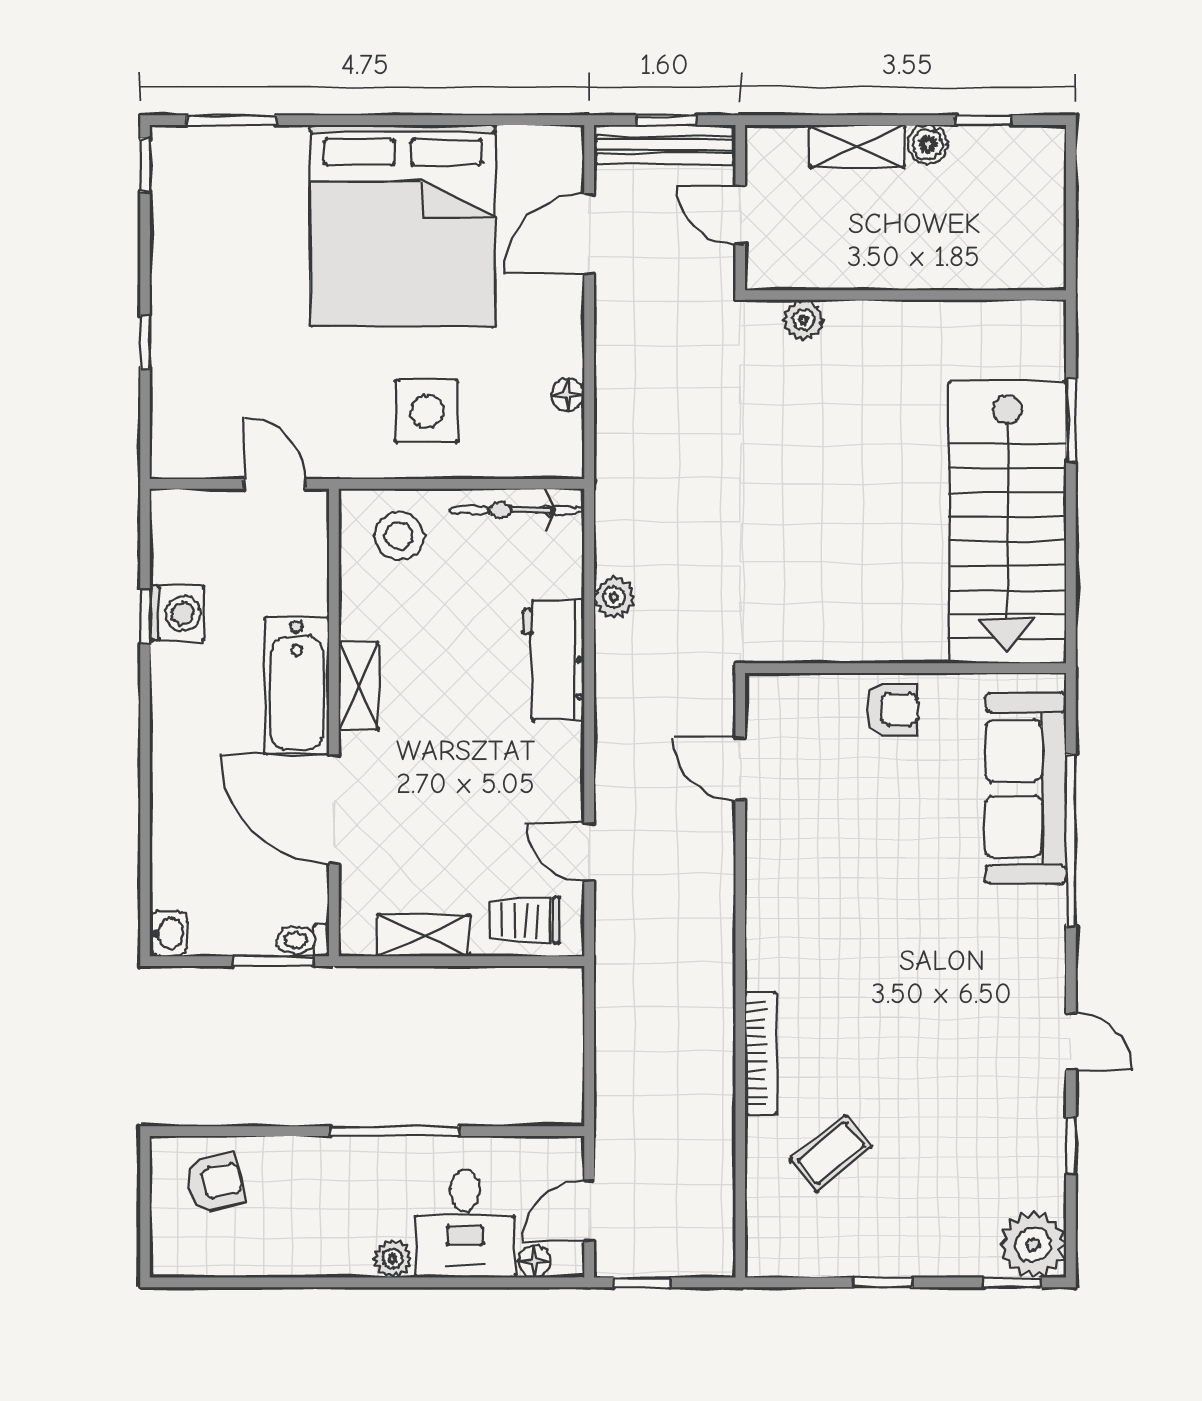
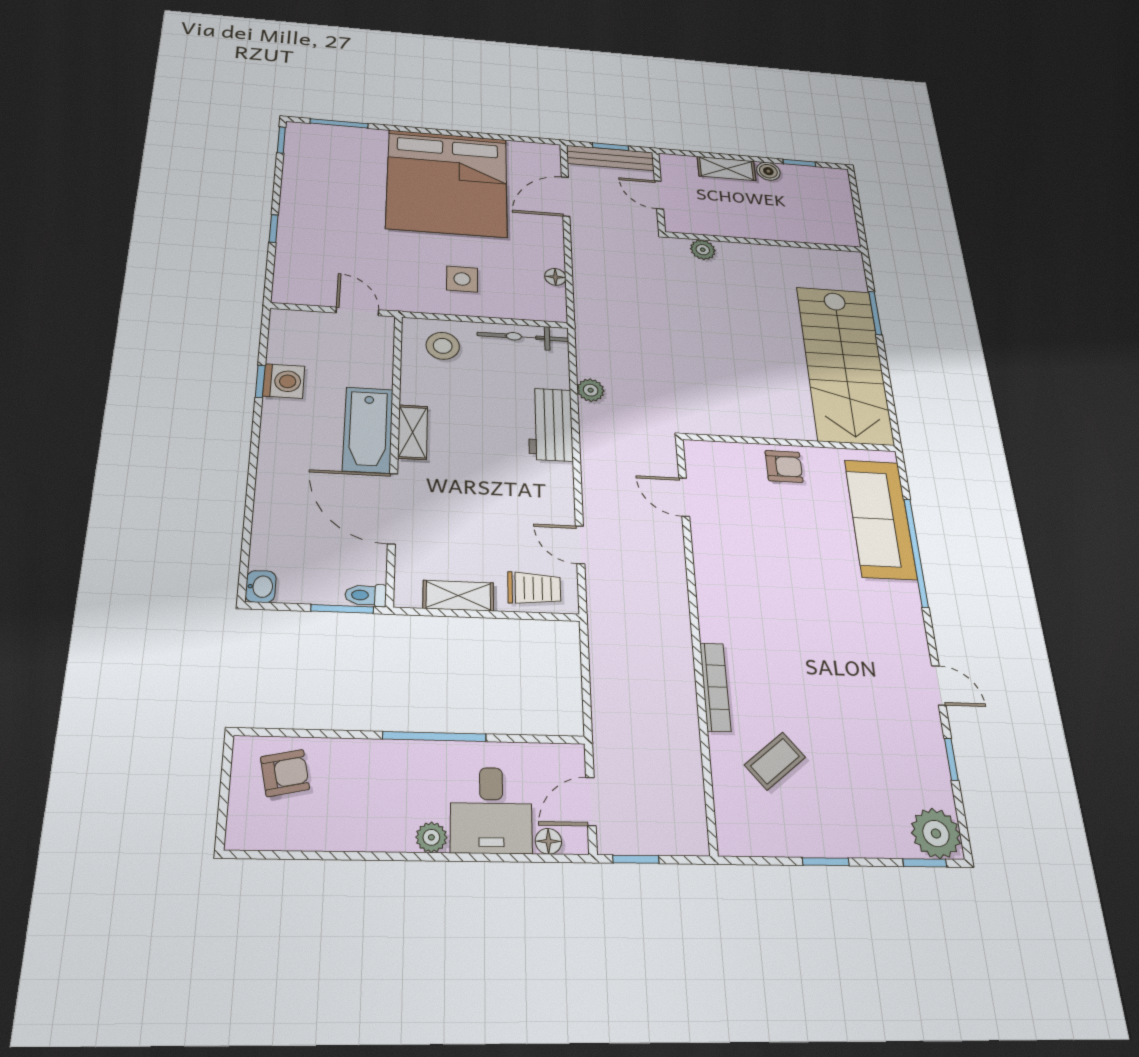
side table: (427, 411) -> (462, 279), width x0.73, depth x0.73
trolley: (525, 920) -> (534, 588), turned 180

